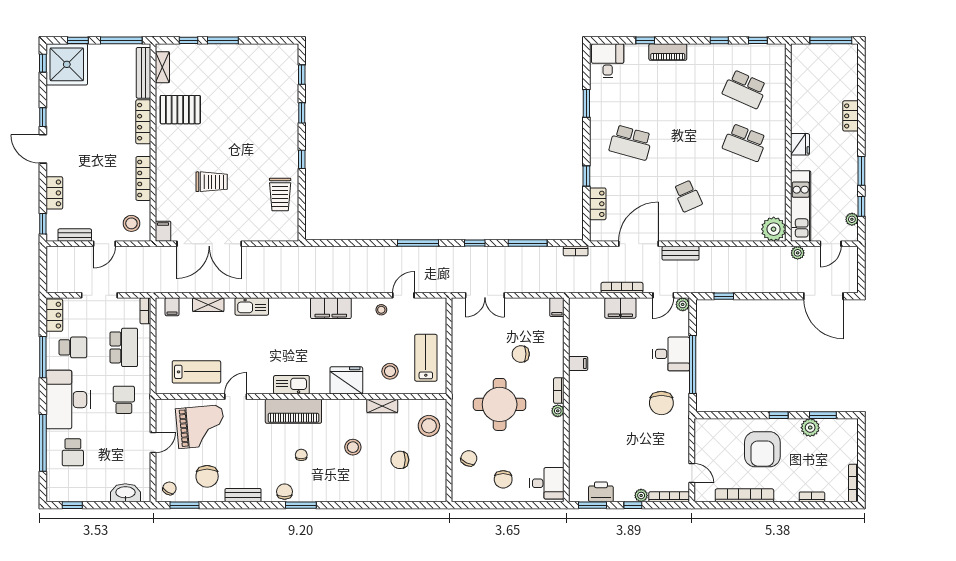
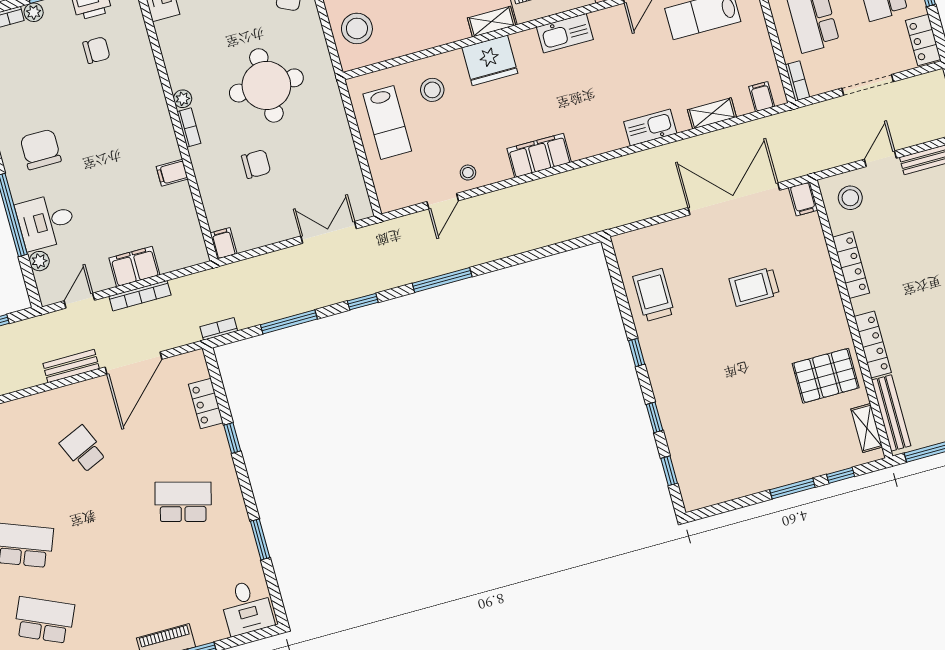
plant: (683, 304) -> (39, 261), moved
shelving: (382, 406) -> (492, 22), moved
chair: (606, 459) -> (96, 50), added

